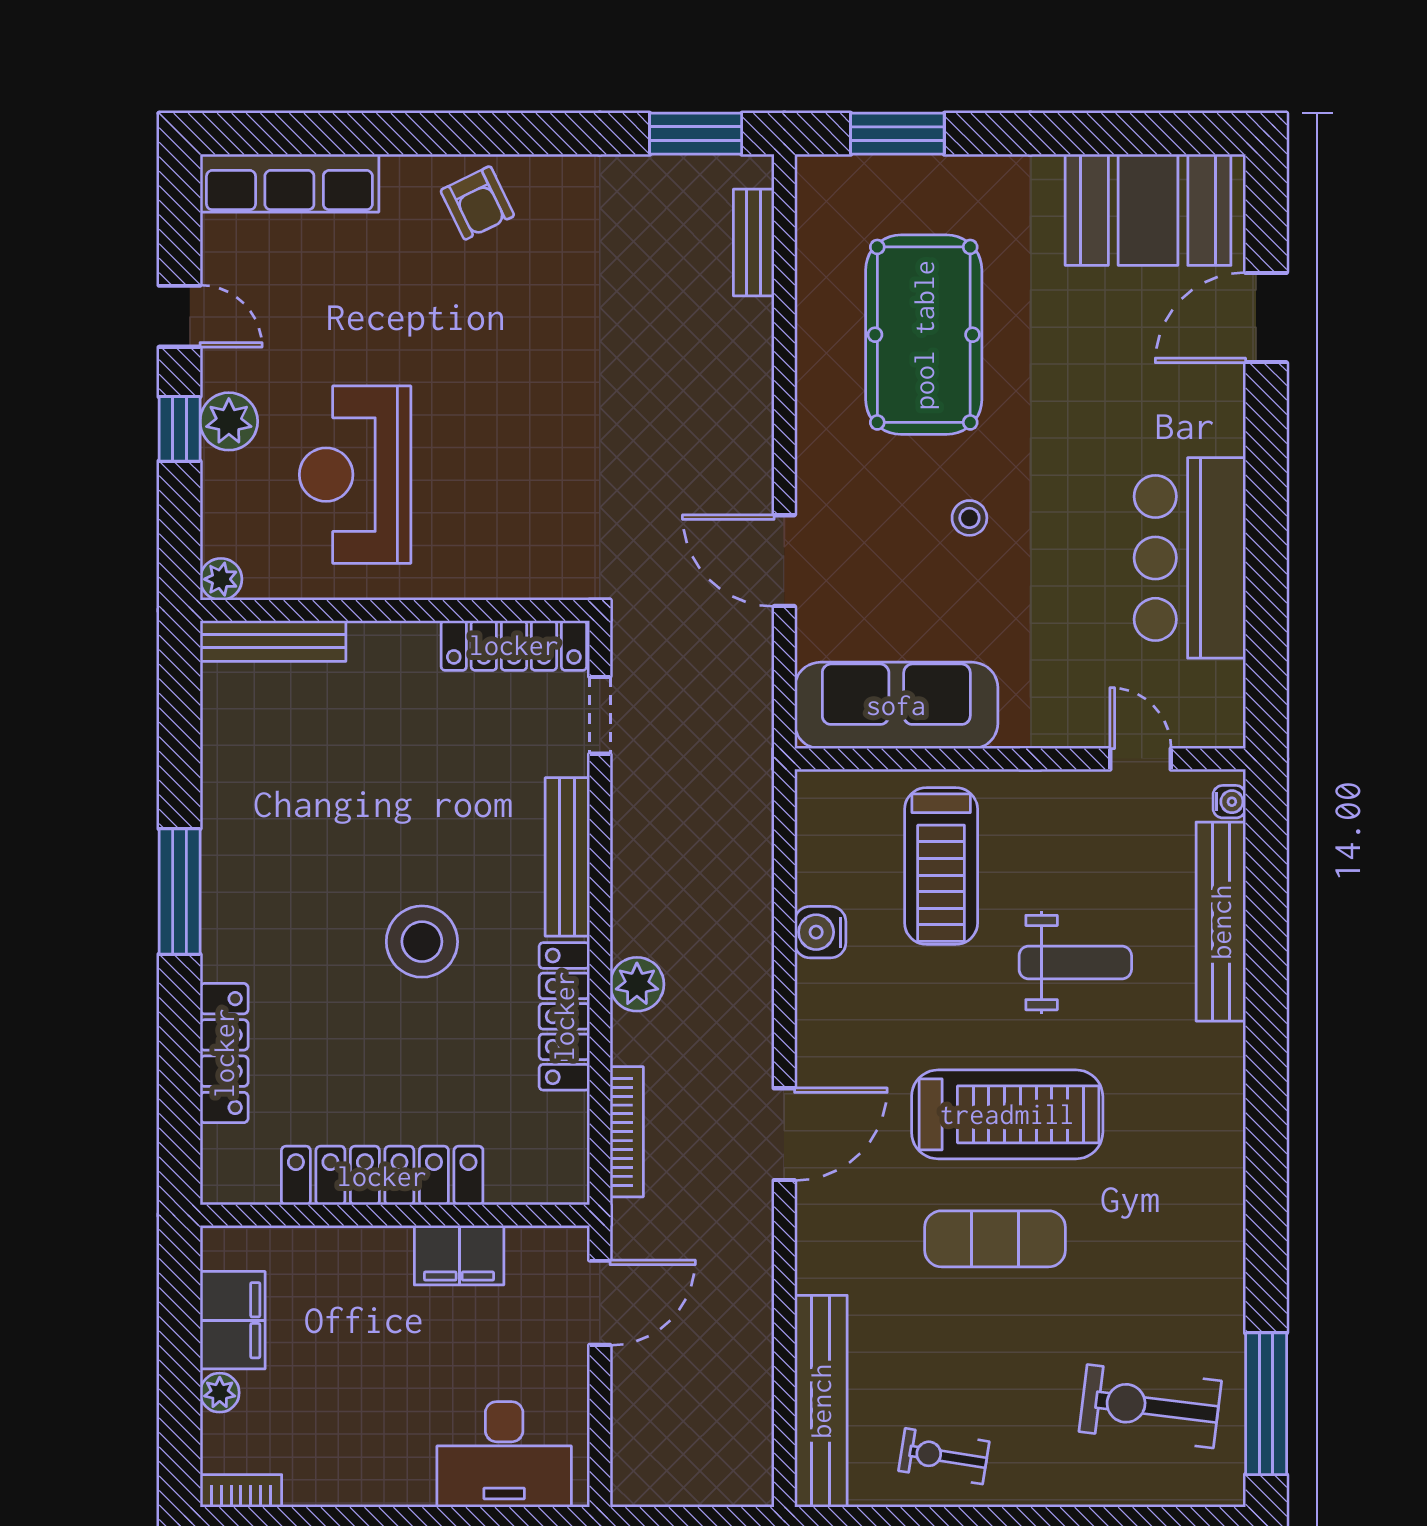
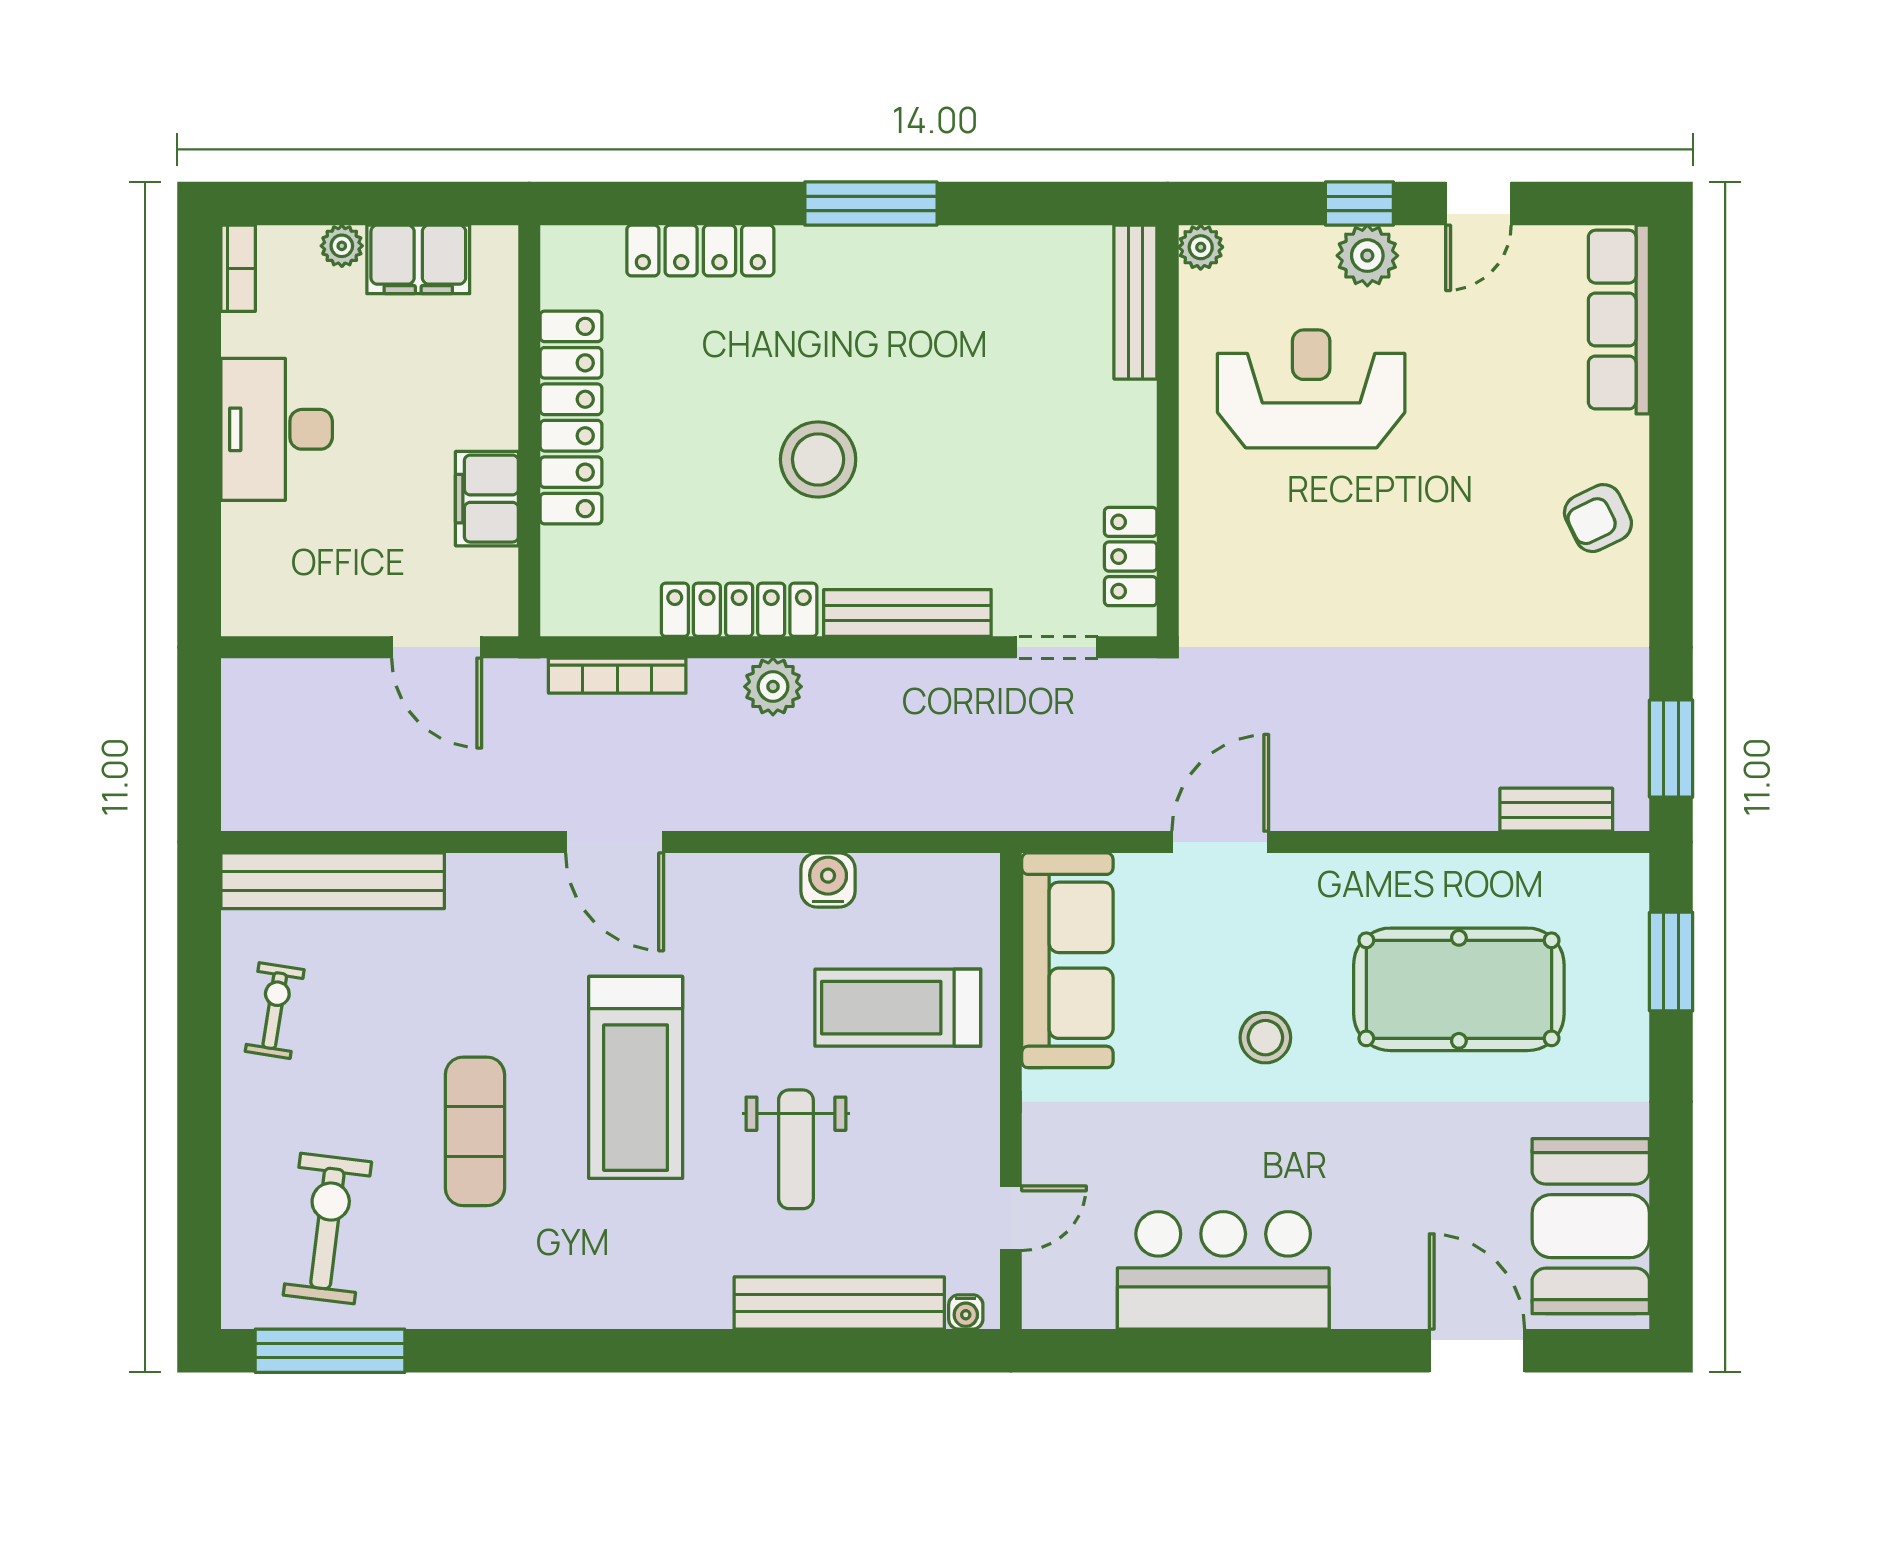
stool: (969, 518) -> (1265, 1038), width x1.37, depth x1.37
locker: (514, 645) -> (1131, 557), width x0.66
exercise mat: (995, 1239) -> (475, 1131), moved
desk: (504, 1454) -> (277, 429), moved

